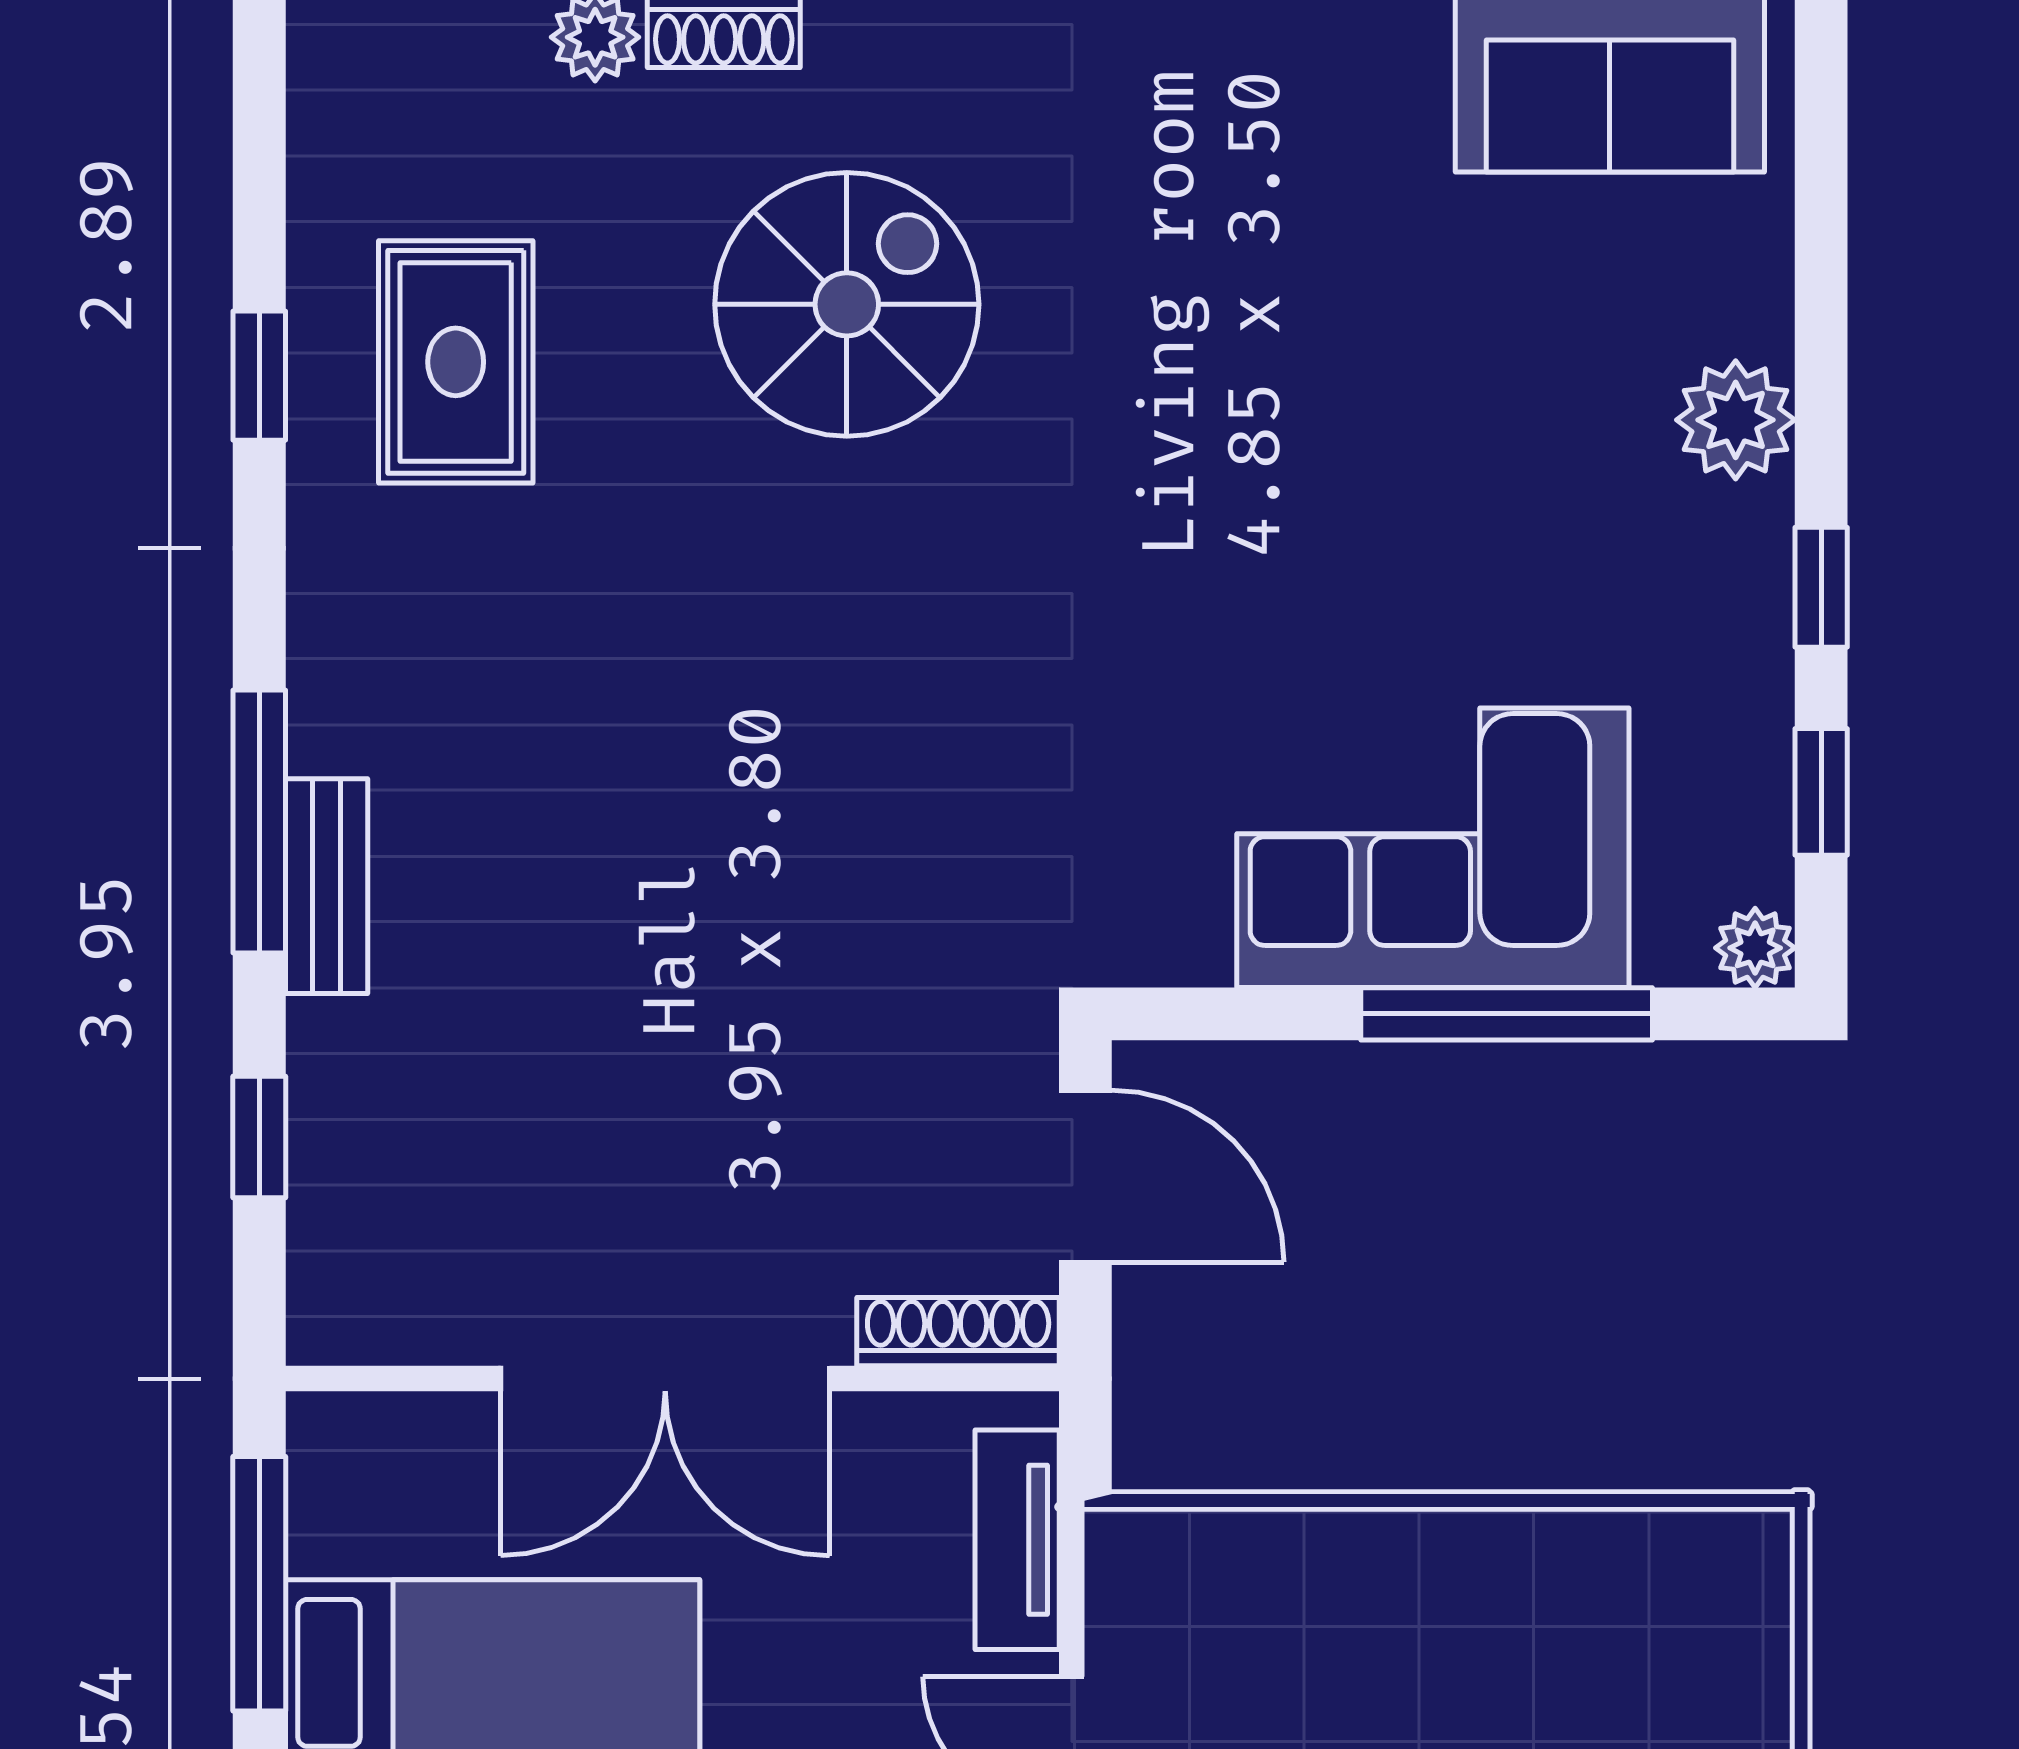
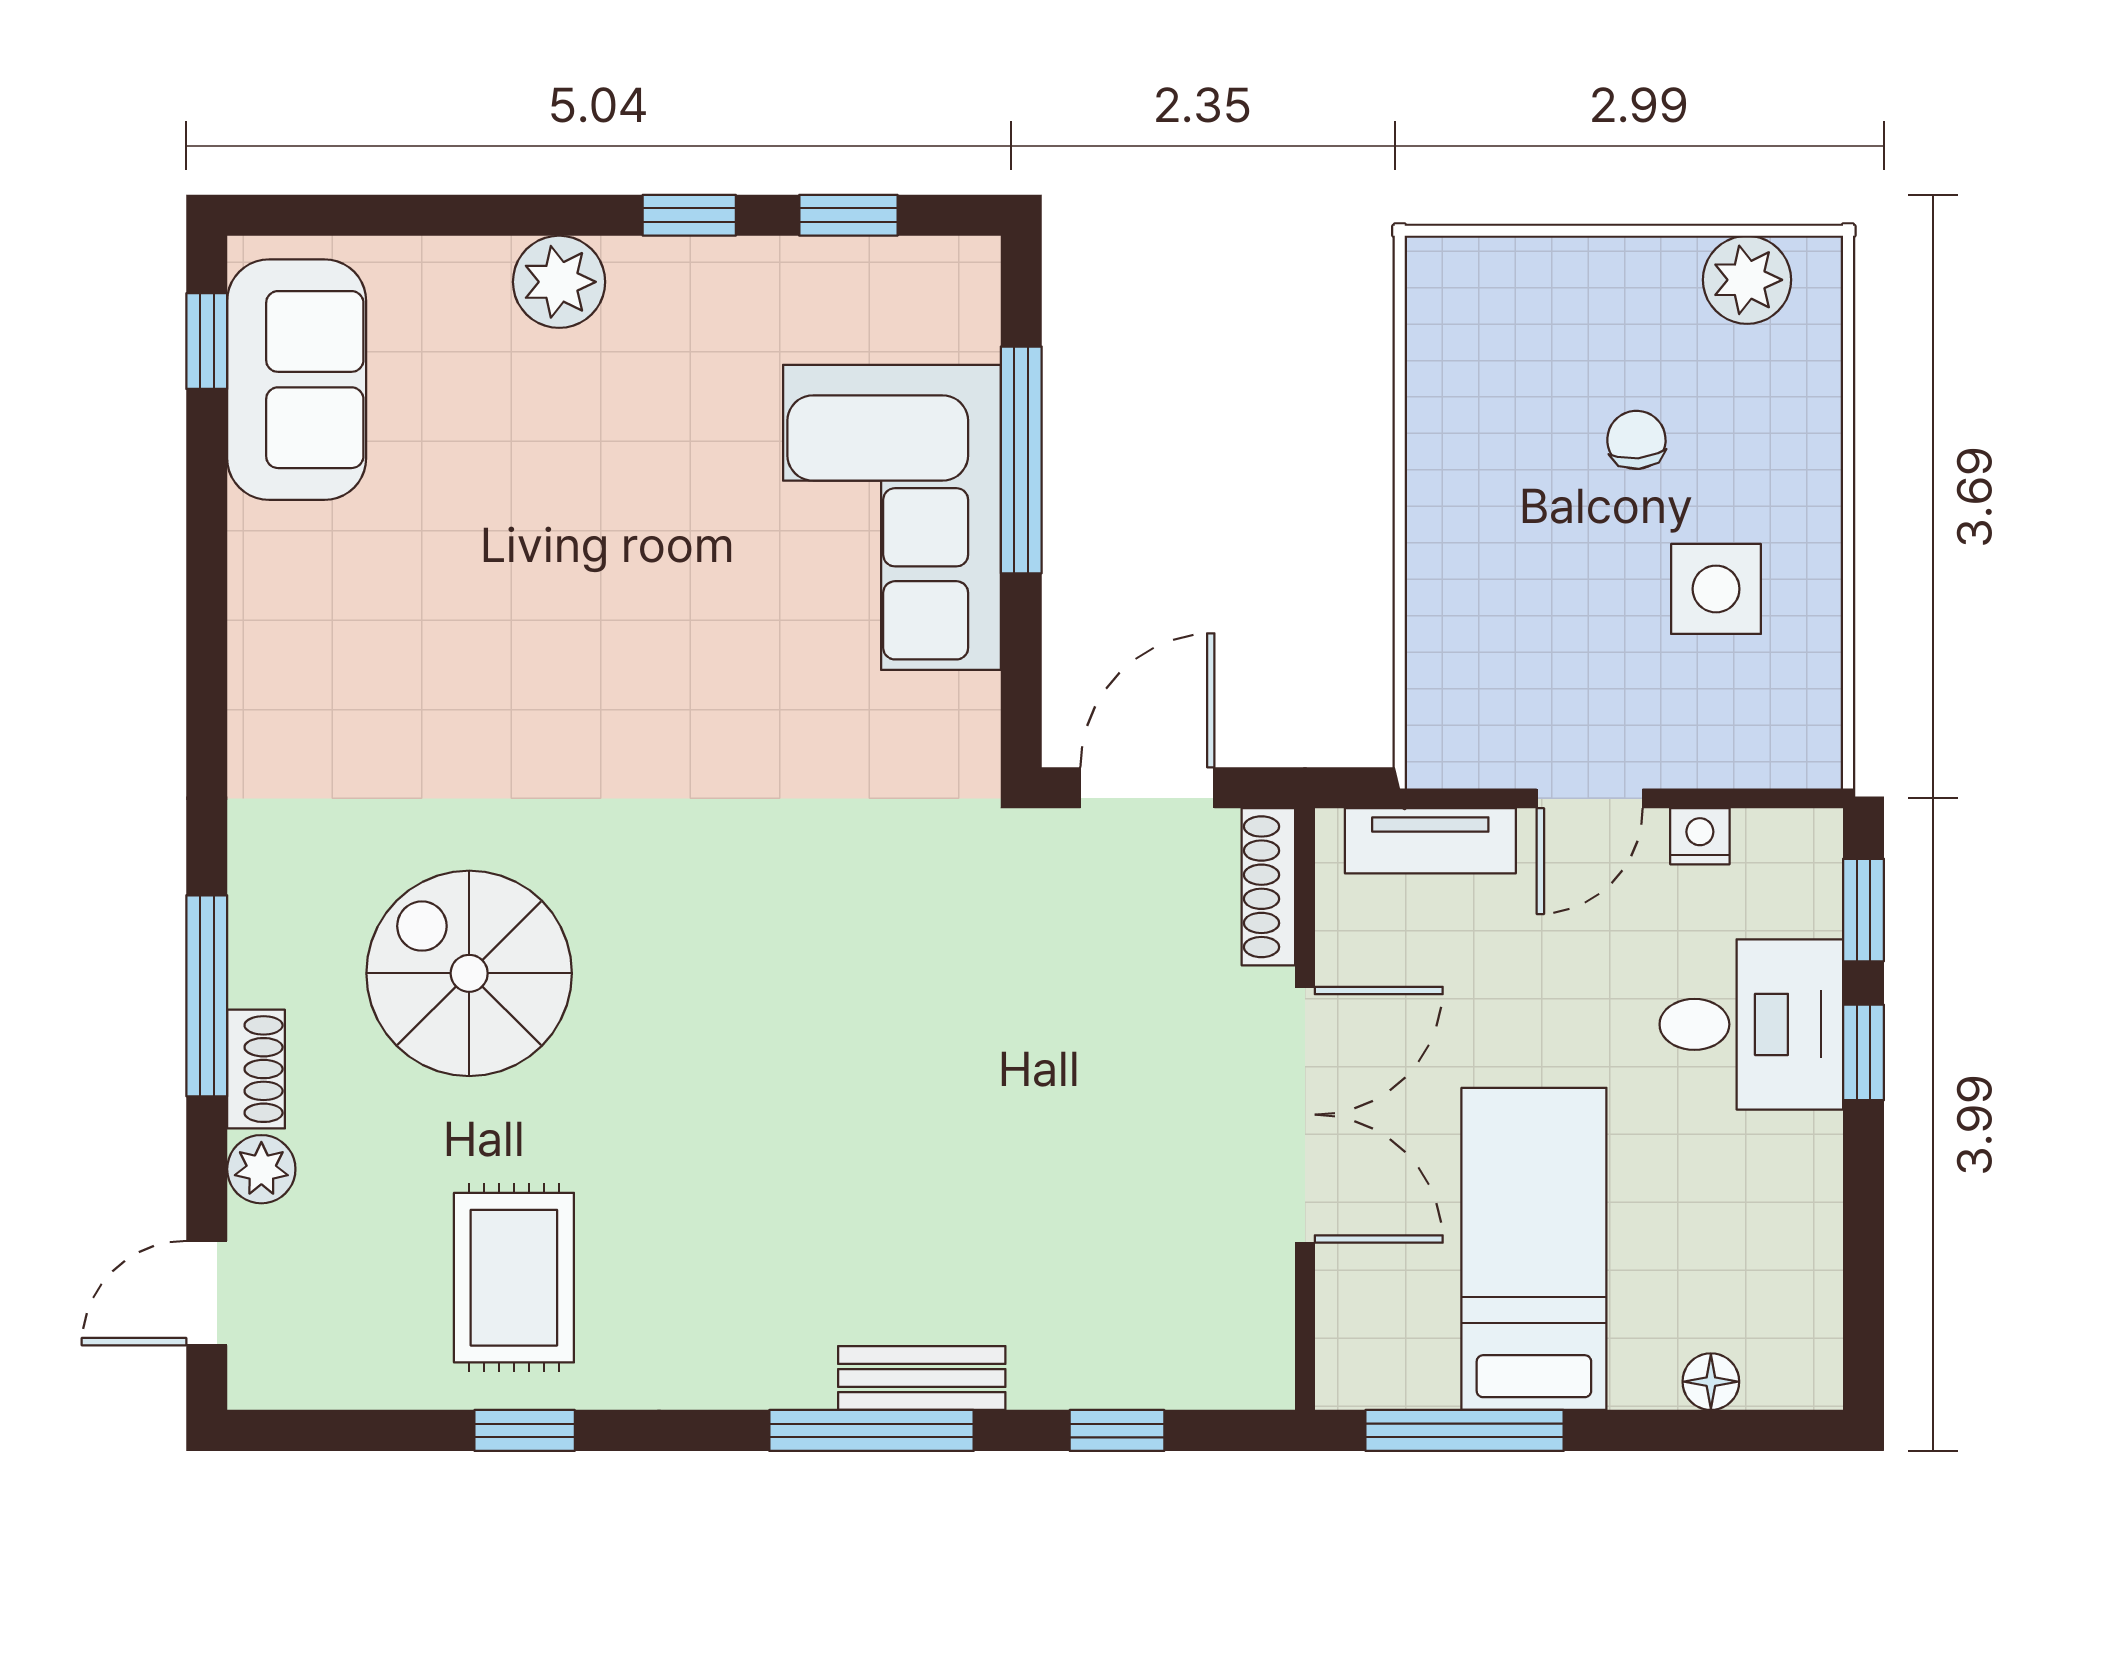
rug: (456, 362) -> (514, 1278), turned 90
plant: (1755, 948) -> (970, 267), removed

